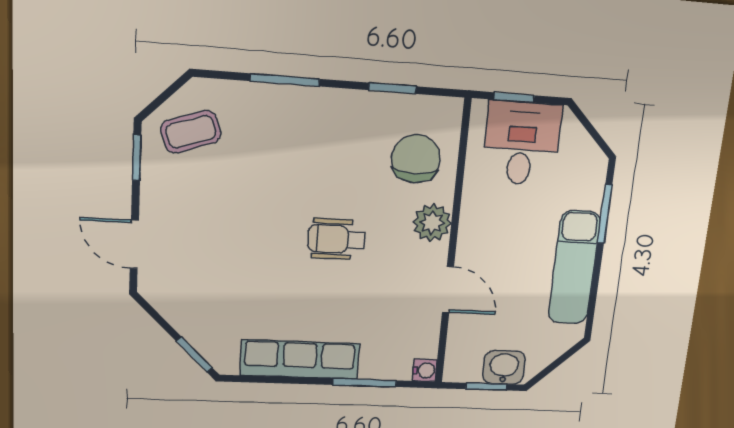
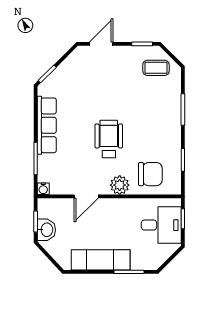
coffee table: (191, 132) -> (156, 68), turned -71
wheelchair: (337, 239) -> (109, 139), width x1.36, depth x1.37

